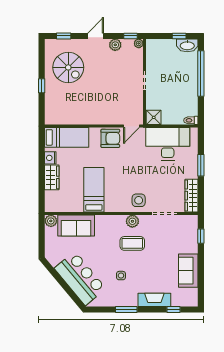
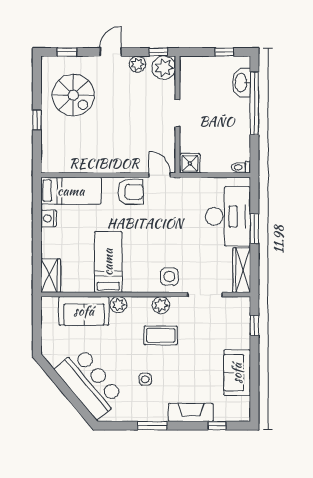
plant: (139, 43) -> (164, 68), width x1.88, depth x1.88
washbasin: (187, 45) -> (241, 83), moved, turned 90
door: (132, 126) -> (160, 175), swing flipped
desk: (168, 144) -> (228, 216), moved, turned 90
wardrobe: (52, 177) -> (51, 276), moved
plant: (51, 221) -> (118, 305), moved

